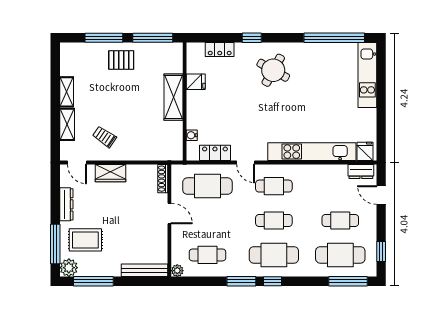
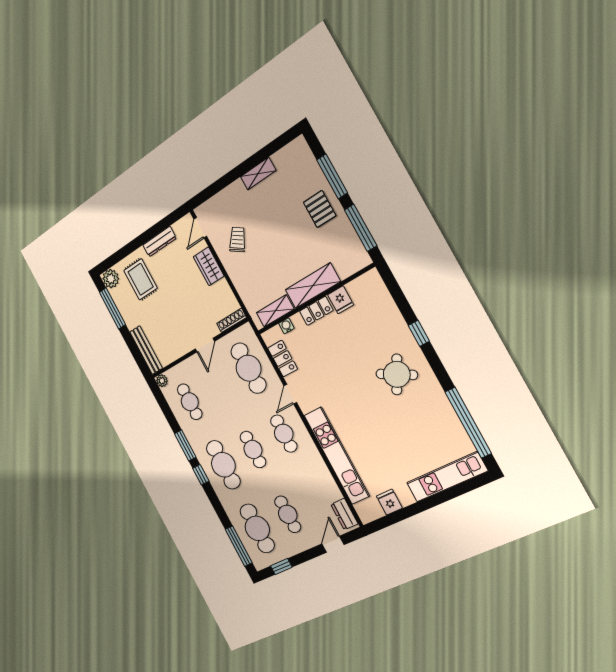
locker: (220, 49) -> (316, 311), moved, turned -90
shelving: (67, 124) -> (275, 311), moved
fridge: (365, 151) -> (389, 502), moved, turned -90
window: (55, 244) -> (122, 253), removed

